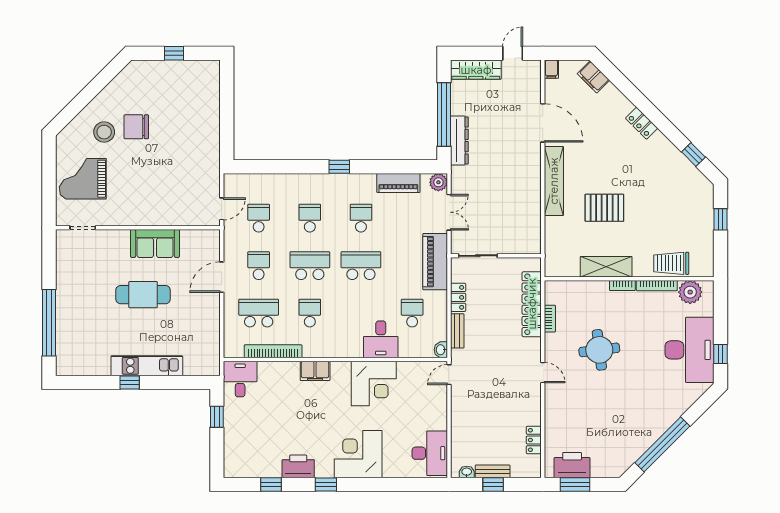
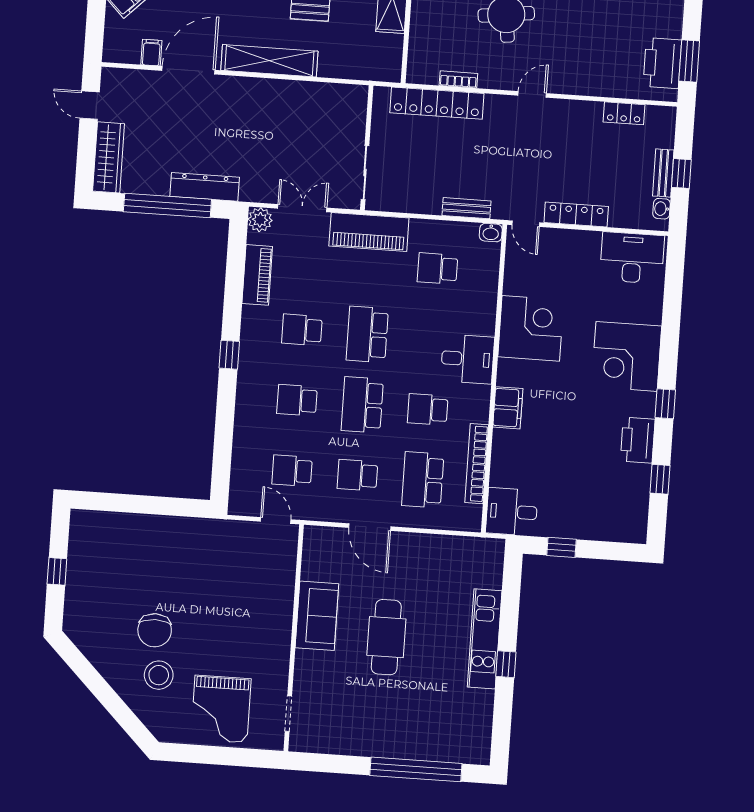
filing cabinet: (551, 69) -> (151, 53), moved, turned -90
locker: (458, 297) -> (576, 215), moved, width x1.53
desk: (381, 339) -> (467, 359), moved

